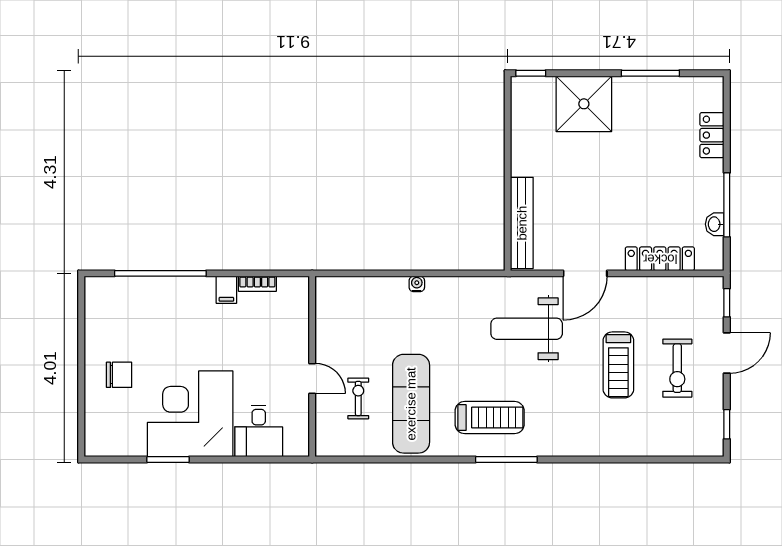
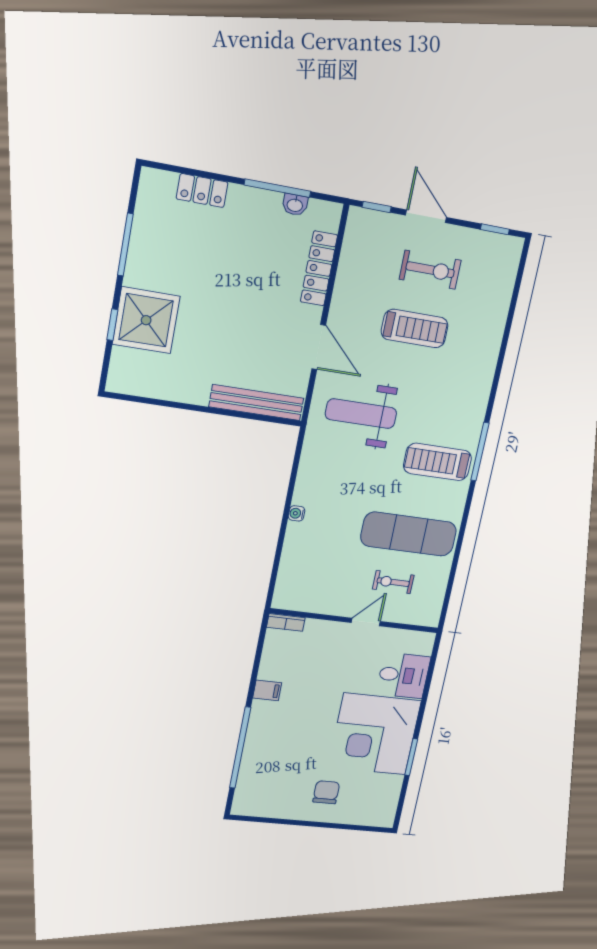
window: (531, 73) -> (112, 325), moved
bookcase: (257, 284) -> (286, 622), moved, turned 90
weight bench: (527, 329) -> (361, 414), turned 90
treadmill: (490, 418) -> (437, 462), turned -90

